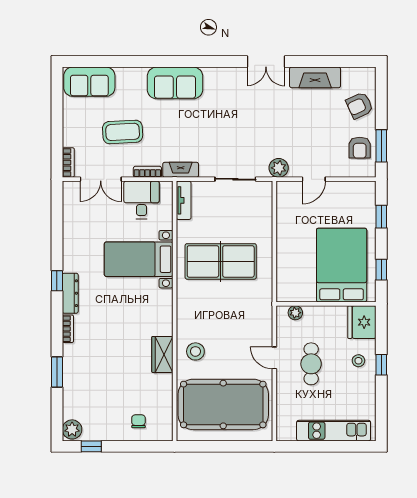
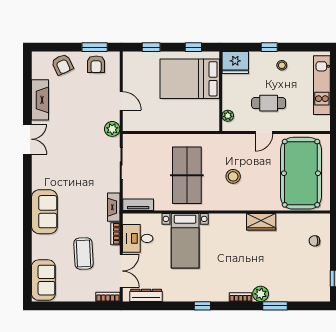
armchair: (360, 148) -> (96, 64), turned 90
dresser: (70, 293) -> (146, 295), moved
stool: (195, 351) -> (233, 176), moved
stool: (358, 361) -> (282, 65), moved
plant: (72, 429) -> (261, 294), moved

